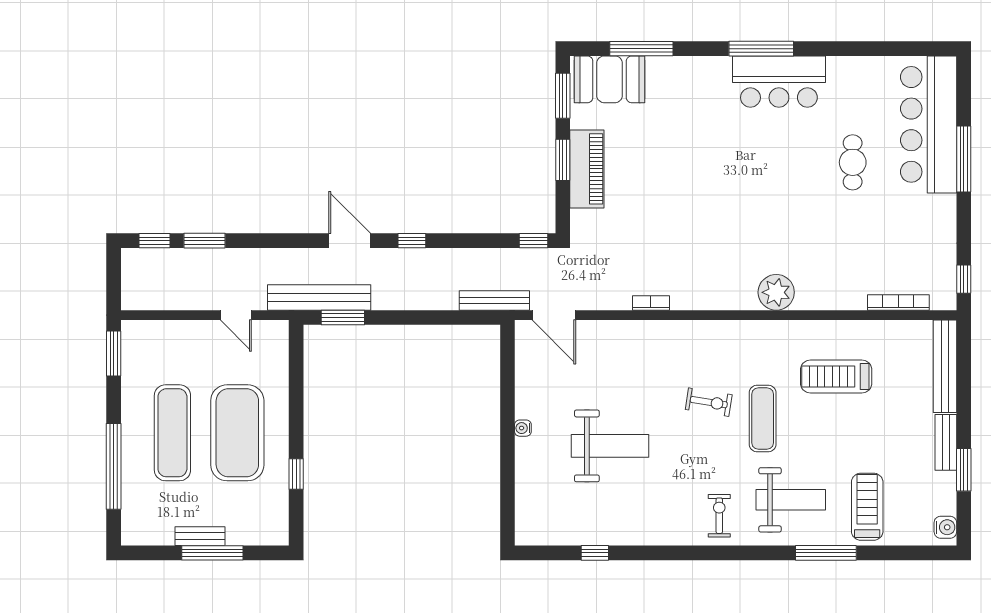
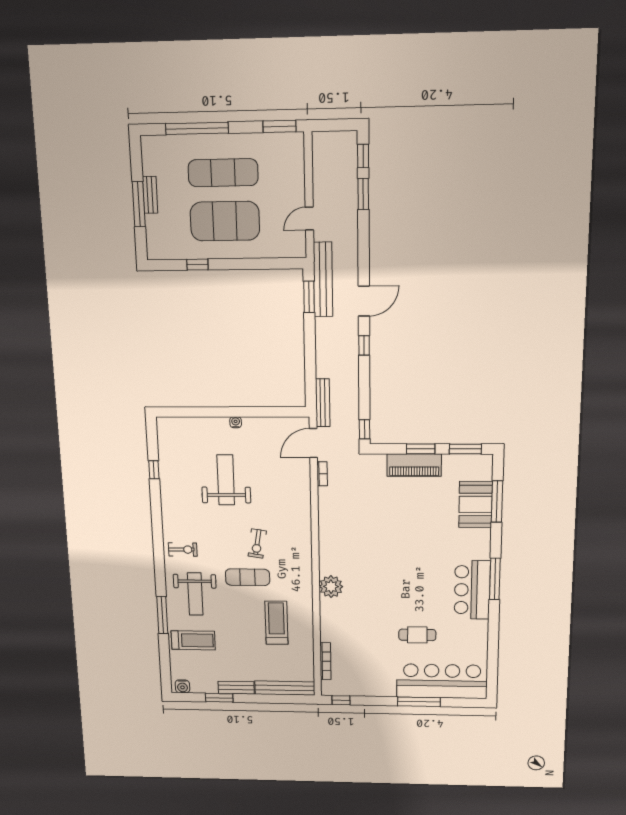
booth: (610, 79) -> (476, 504), moved
bookcase: (651, 303) -> (322, 474), moved
weight bench: (610, 446) -> (226, 480), turned 180

